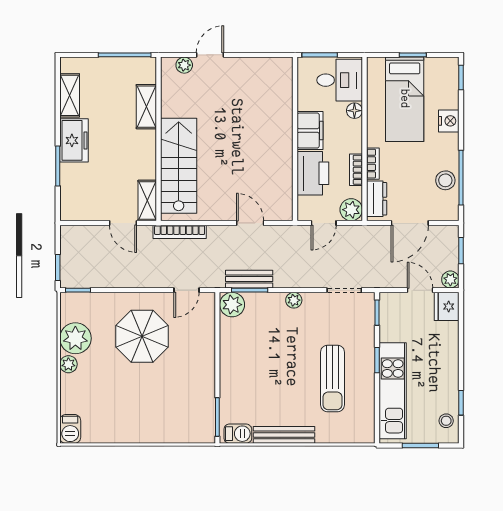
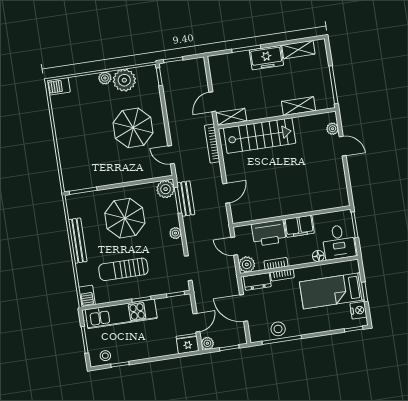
nightstand: (449, 121) -> (358, 310), moved, turned -90
parasol: (263, 366) -> (125, 218), added
barbecue: (238, 434) -> (87, 296), moved

